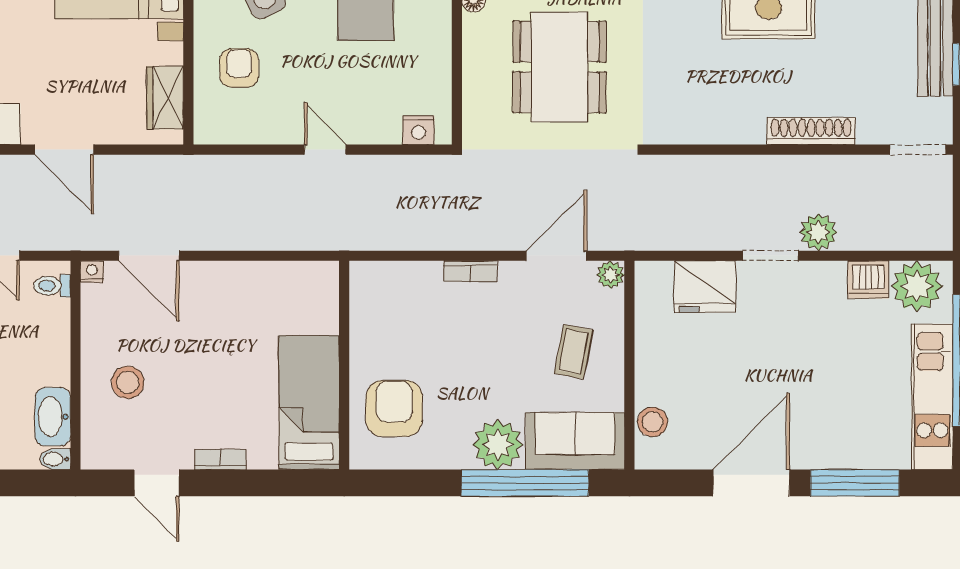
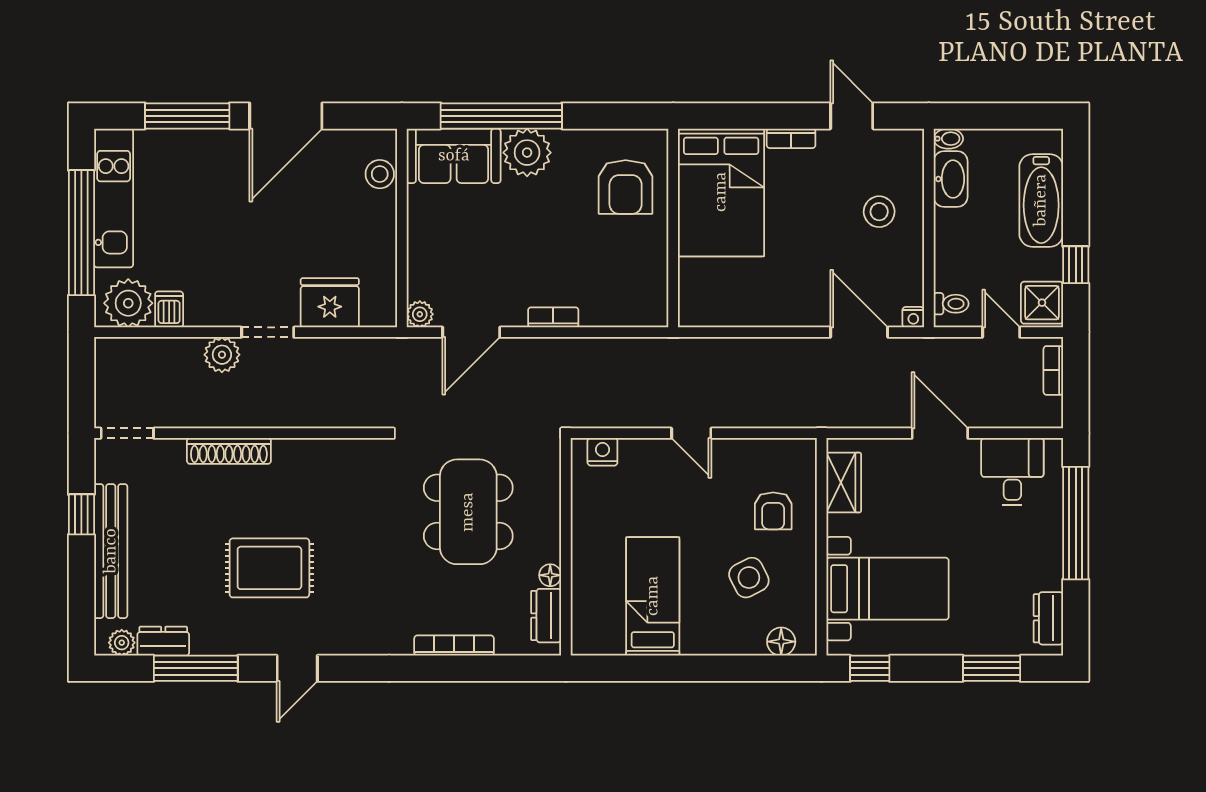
dishwasher: (868, 280) -> (169, 309), width x0.73
coffee table: (574, 352) -> (455, 241), removed
bed: (309, 403) -> (721, 192), width x1.50

